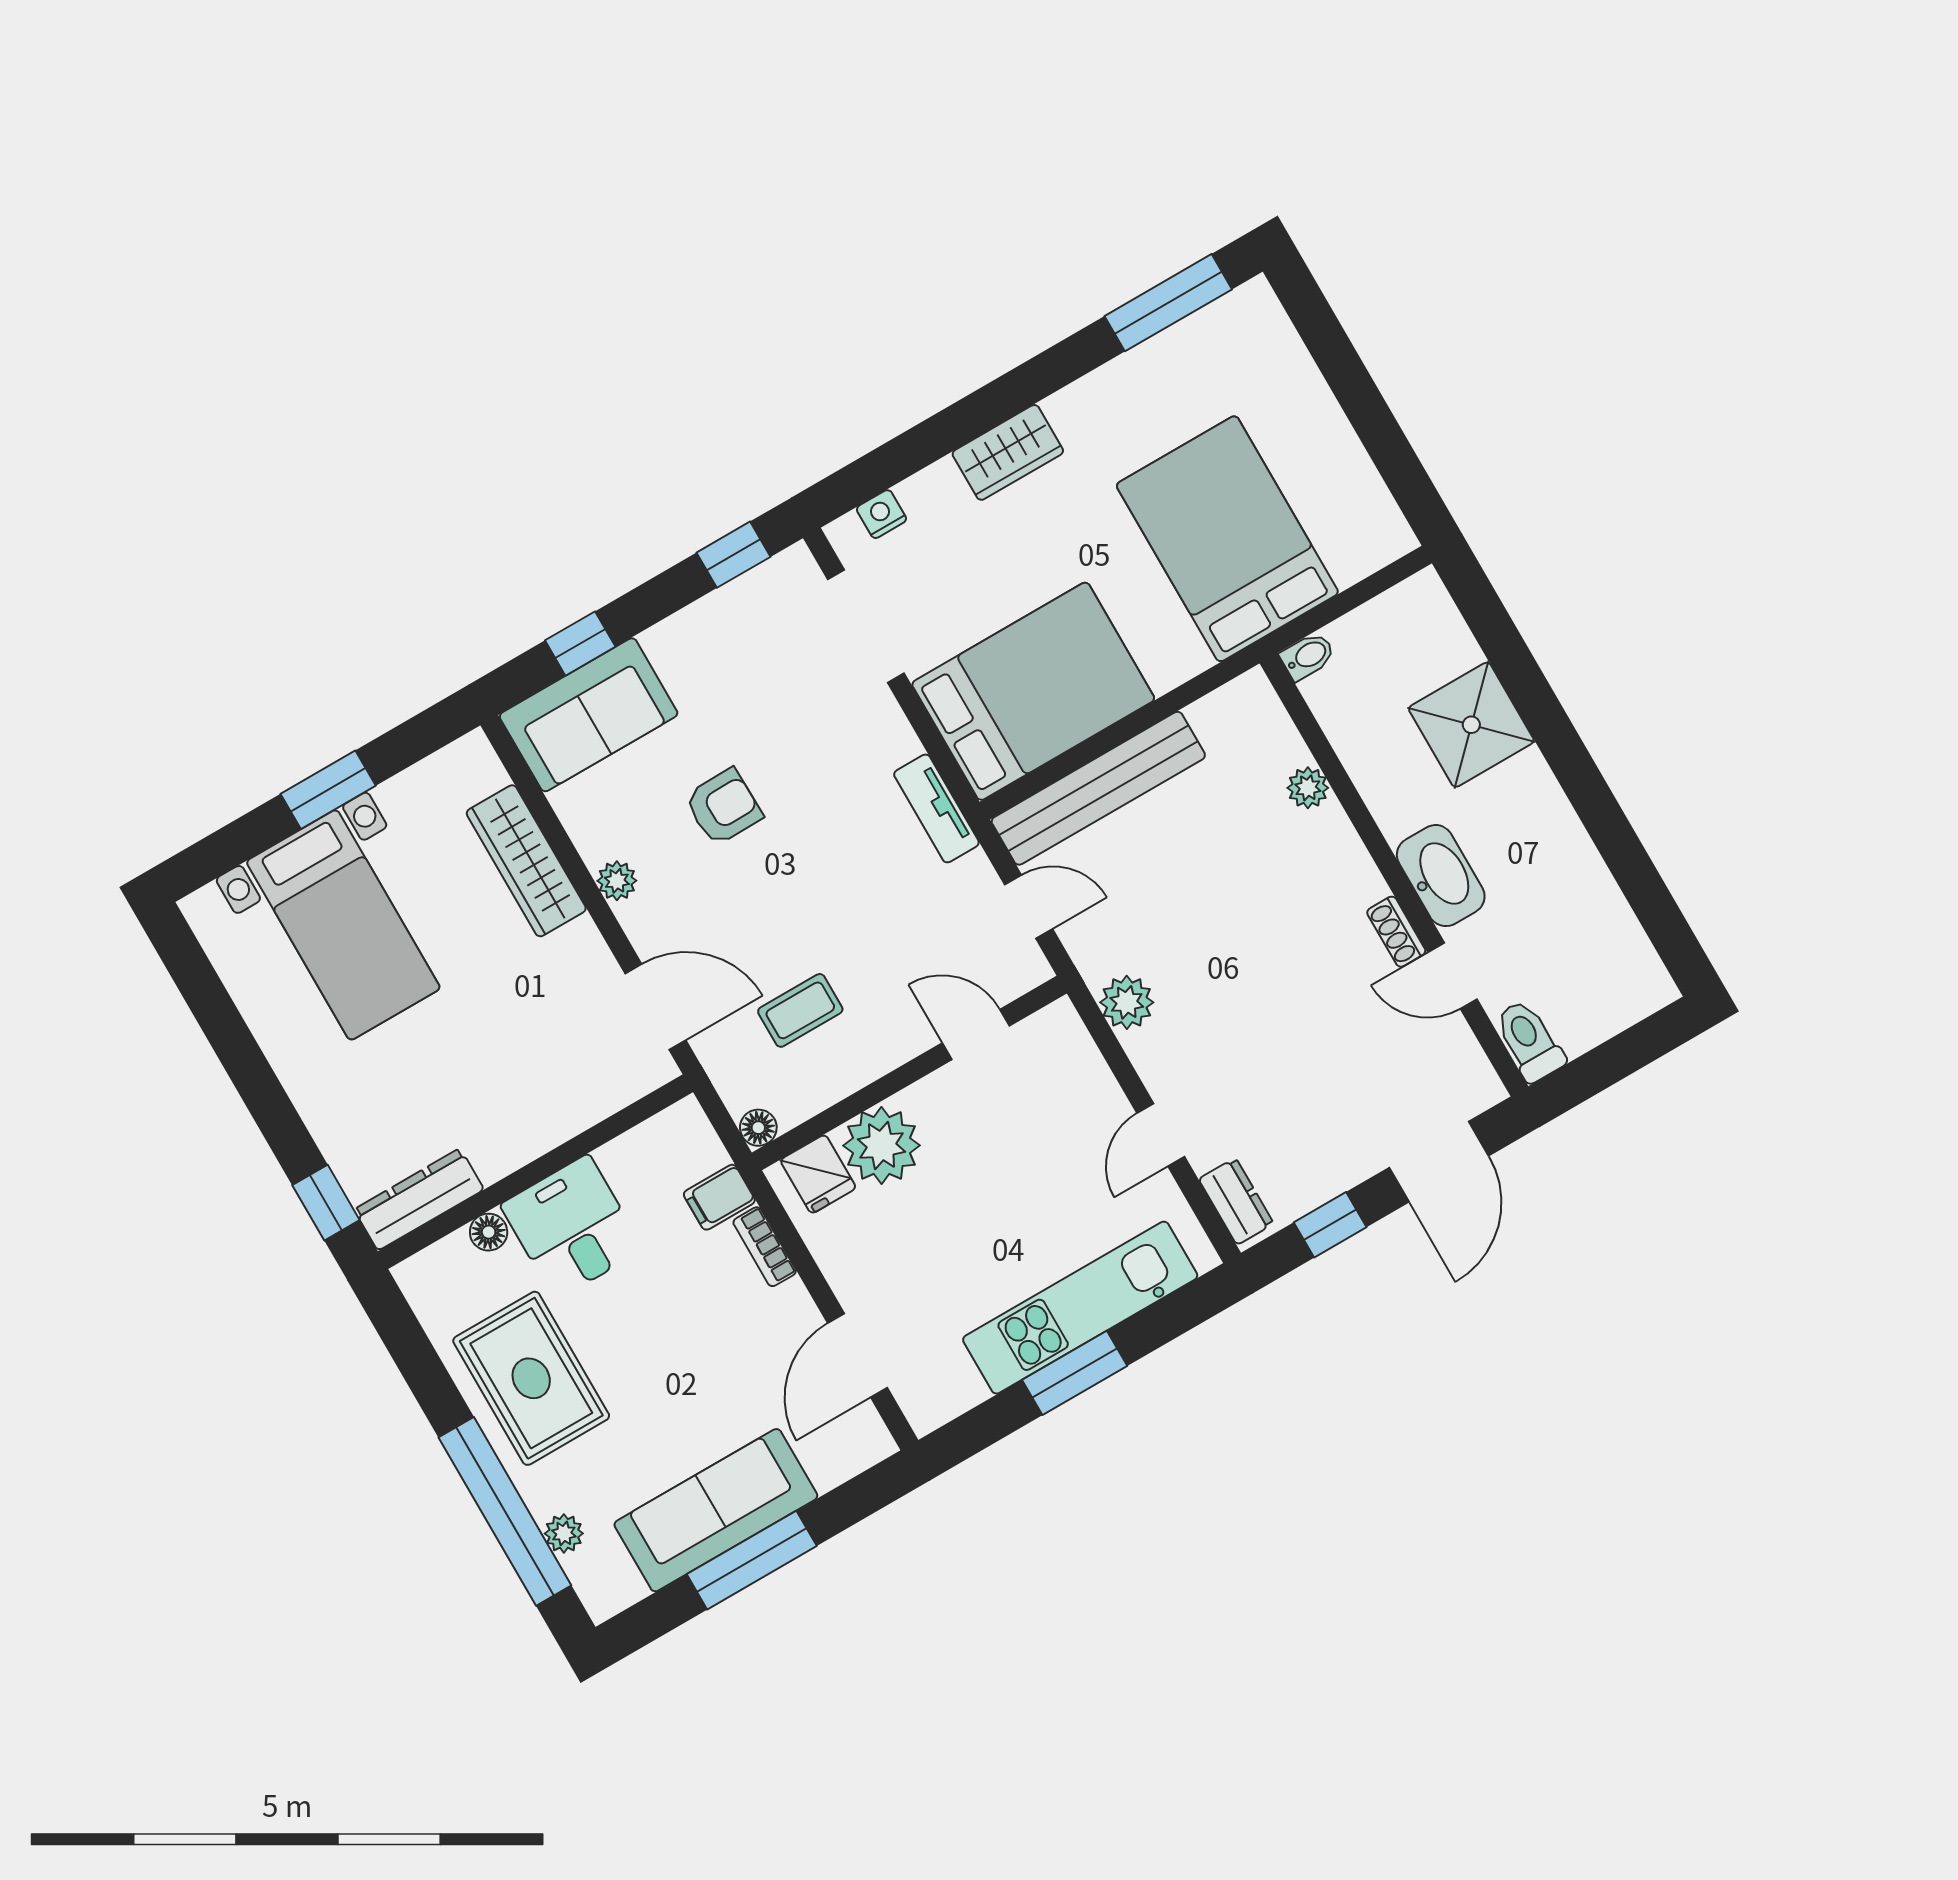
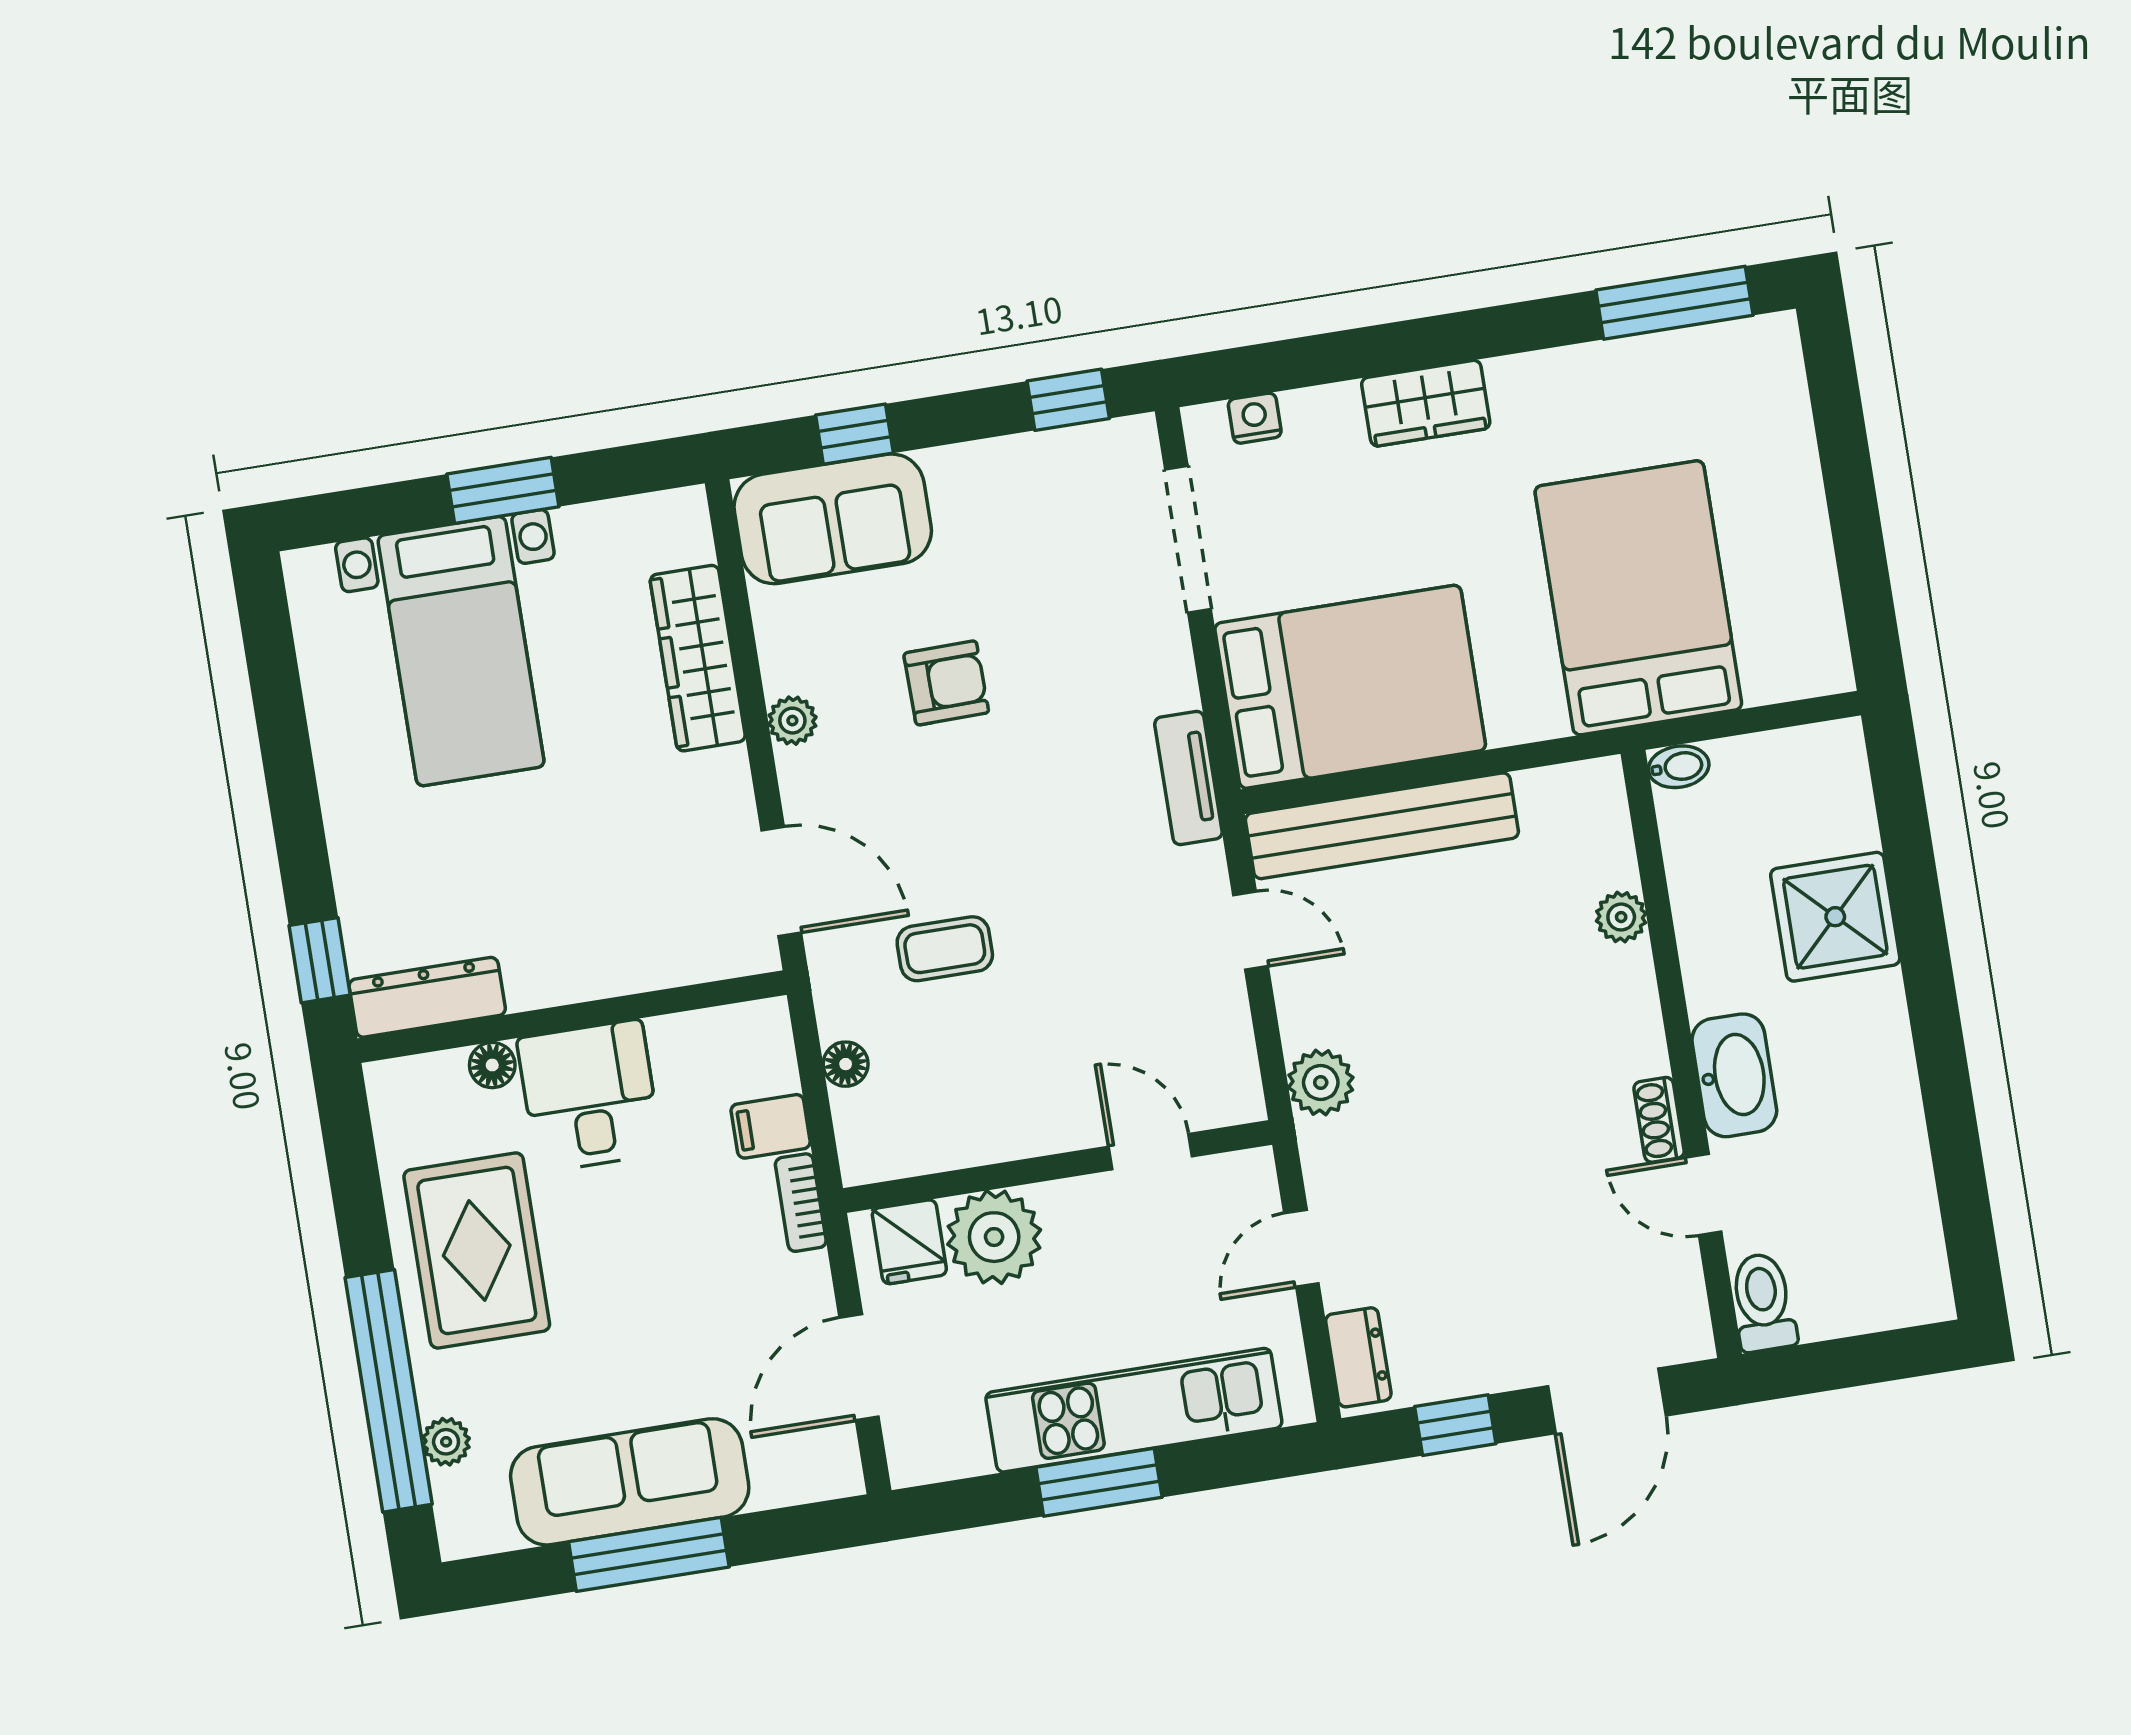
door: (976, 1034) -> (1150, 1152), moved
wall: (909, 1073) -> (1058, 1166), moved
plant: (882, 1146) -> (994, 1237), moved
fridge: (818, 1174) -> (909, 1242), moved

